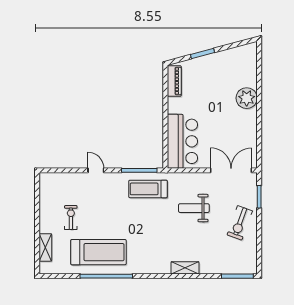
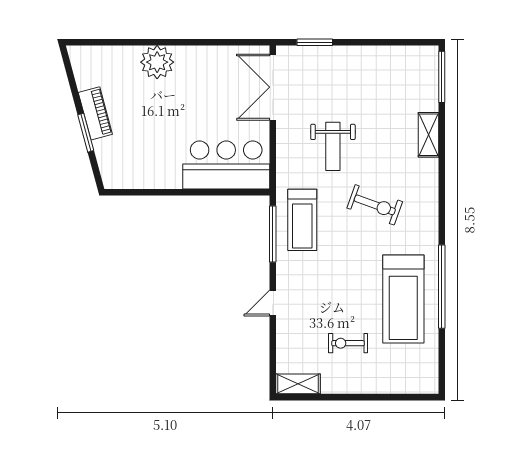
piano: (174, 81) -> (95, 113), moved, turned 75
exercise bike: (240, 223) -> (375, 205), moved
shelving: (45, 247) -> (298, 384), moved
treadmill: (98, 252) -> (403, 299), turned 180
shelving: (185, 268) -> (428, 135), moved

